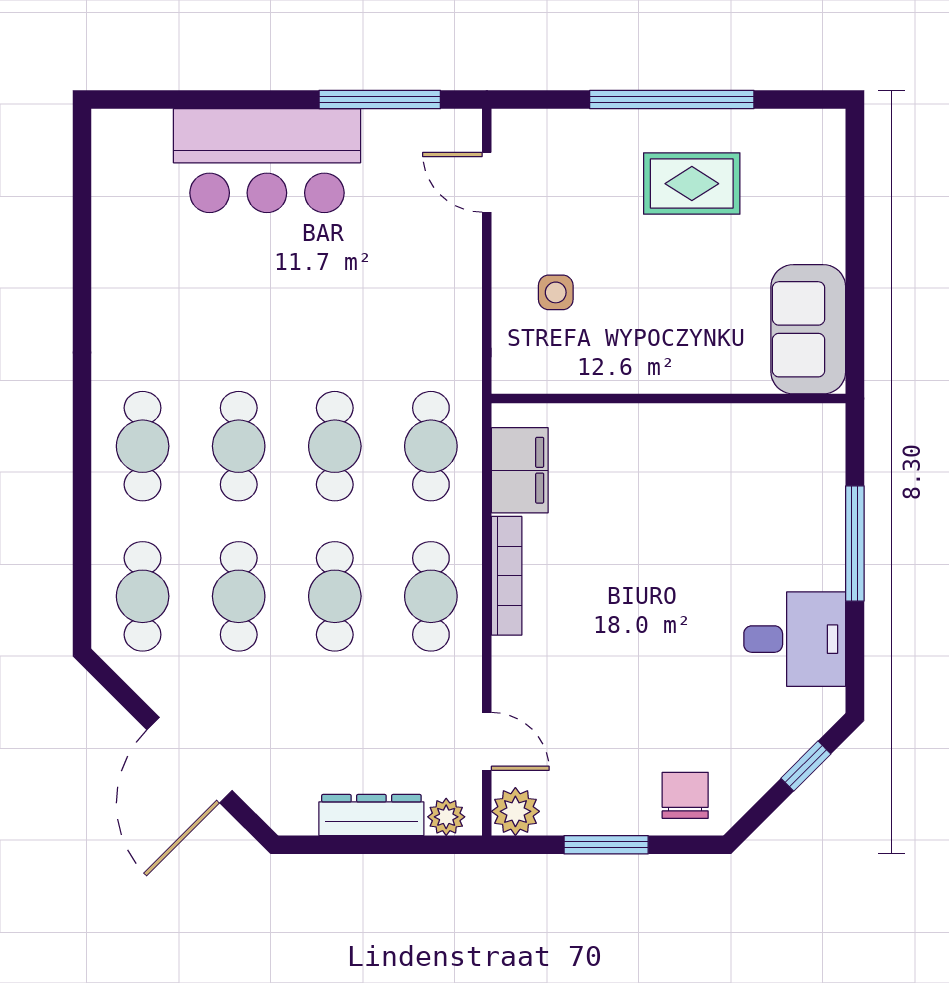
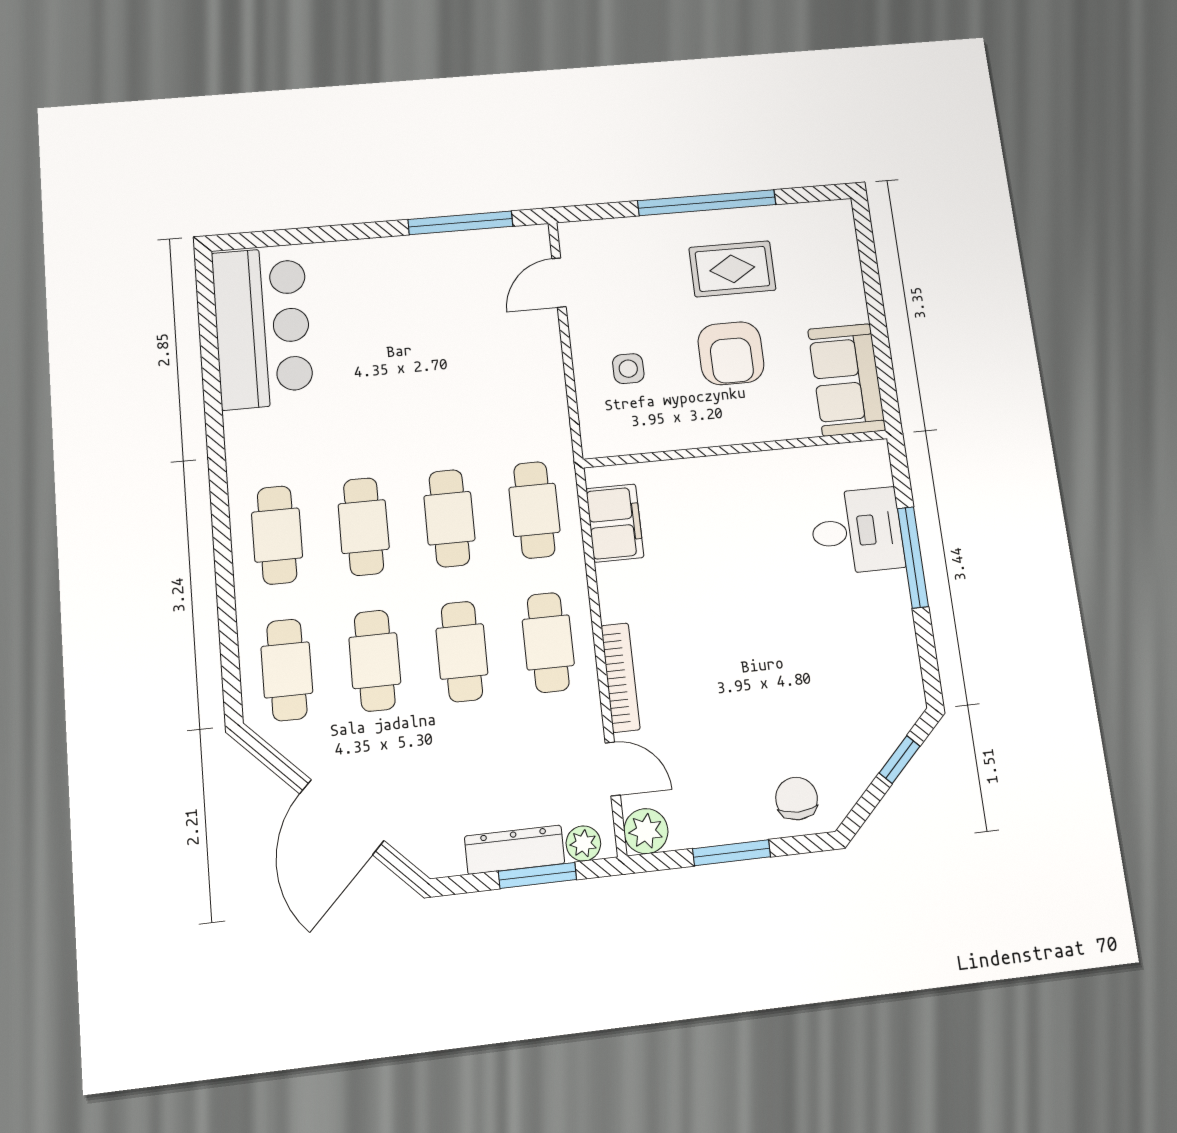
bar counter: (267, 161) -> (262, 327), moved, turned -90
door: (487, 182) -> (559, 283), hinge flipped
armchair: (677, 285) -> (731, 353), added
bookcase: (507, 576) -> (620, 677), moved
desk: (795, 639) -> (857, 531), moved
window: (393, 845) -> (537, 875), added

